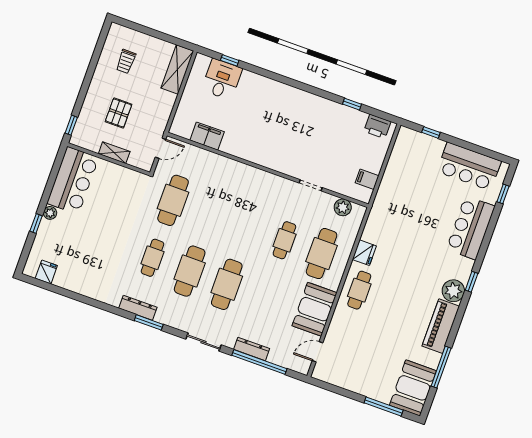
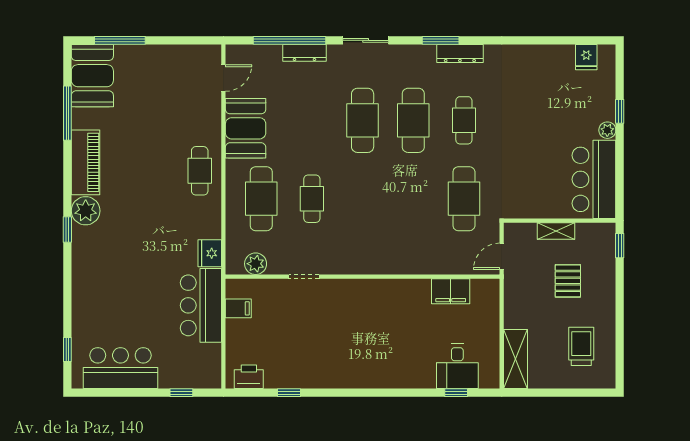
trolley: (126, 61) -> (581, 346), width x1.36, depth x1.39
bar counter: (471, 228) -> (201, 305), moved, turned 180
fridge: (364, 253) -> (210, 253), moved

